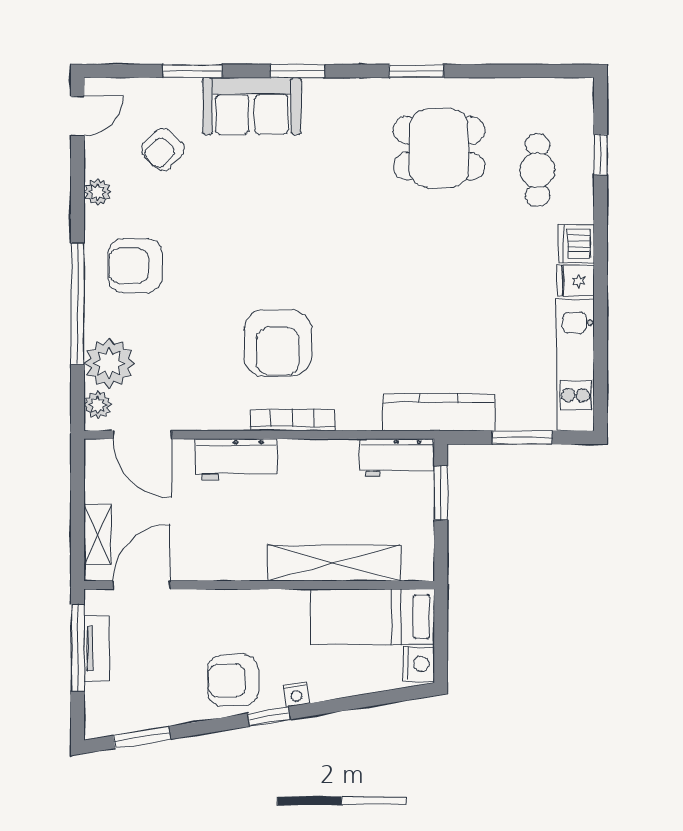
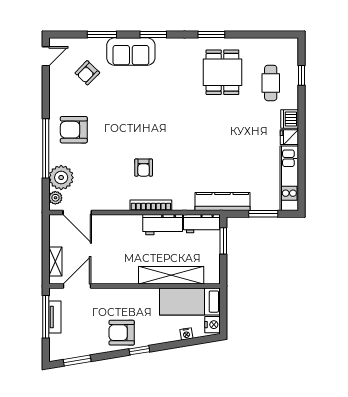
dining table: (439, 148) -> (222, 72), turned 90
plant: (98, 192) -> (55, 94), removed
armchair: (278, 343) -> (144, 168), width x0.53, depth x0.53
workbench: (236, 460) -> (163, 225), moved
nightstand: (296, 694) -> (186, 334), moved

